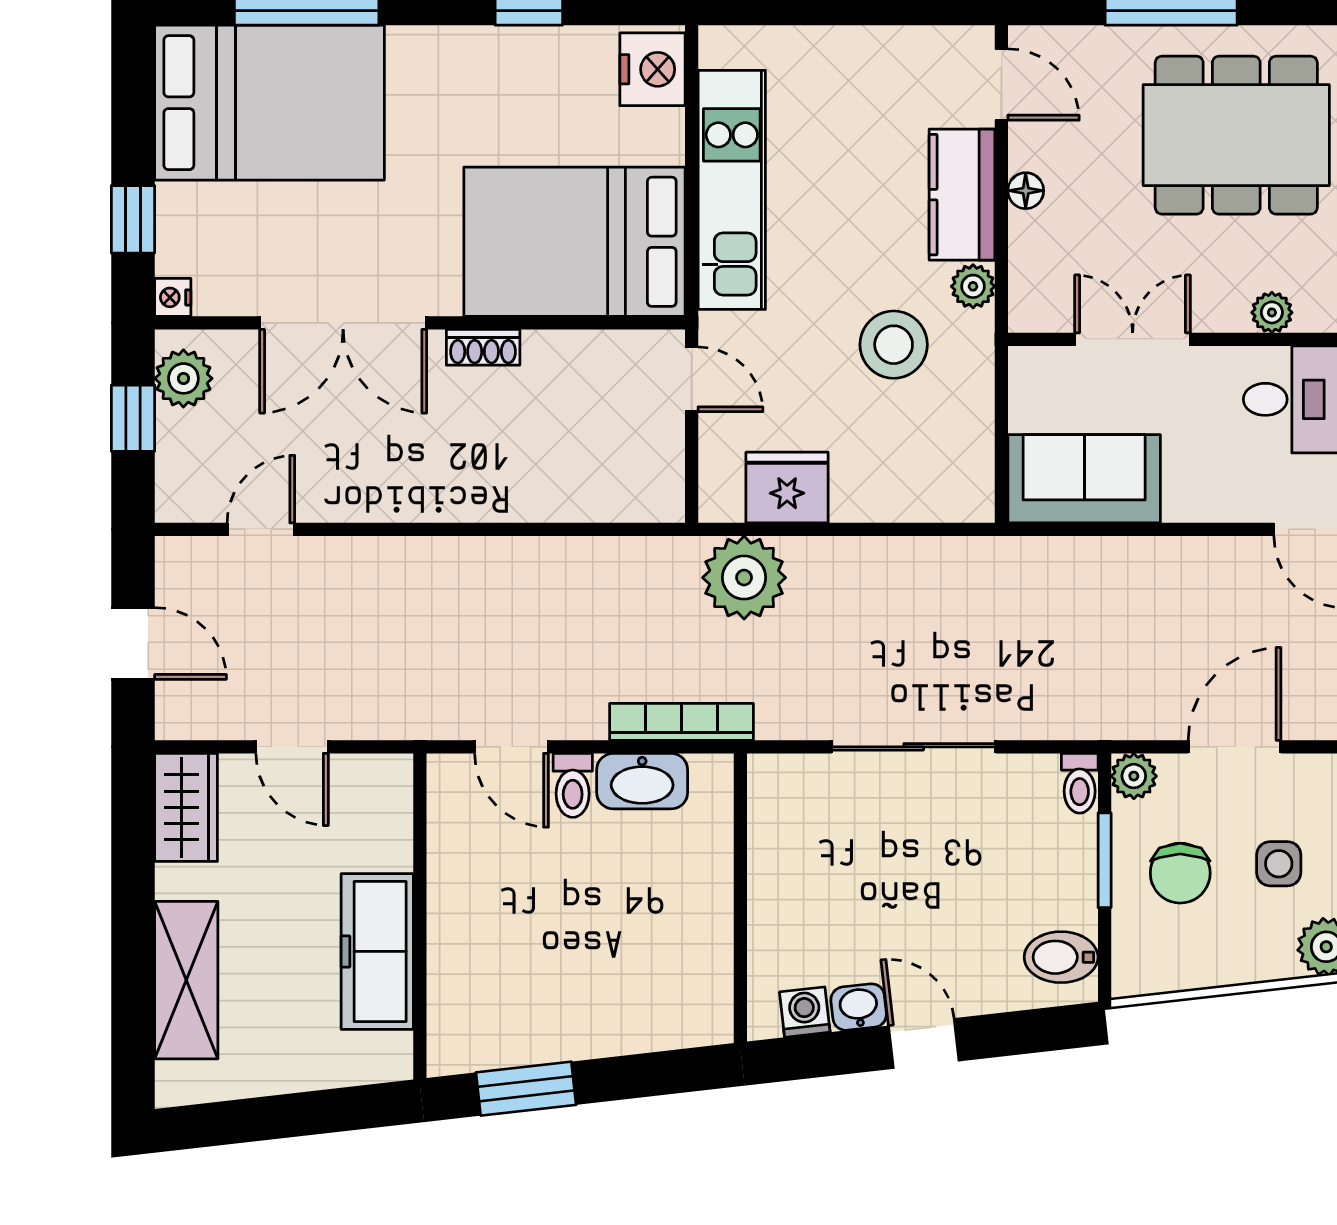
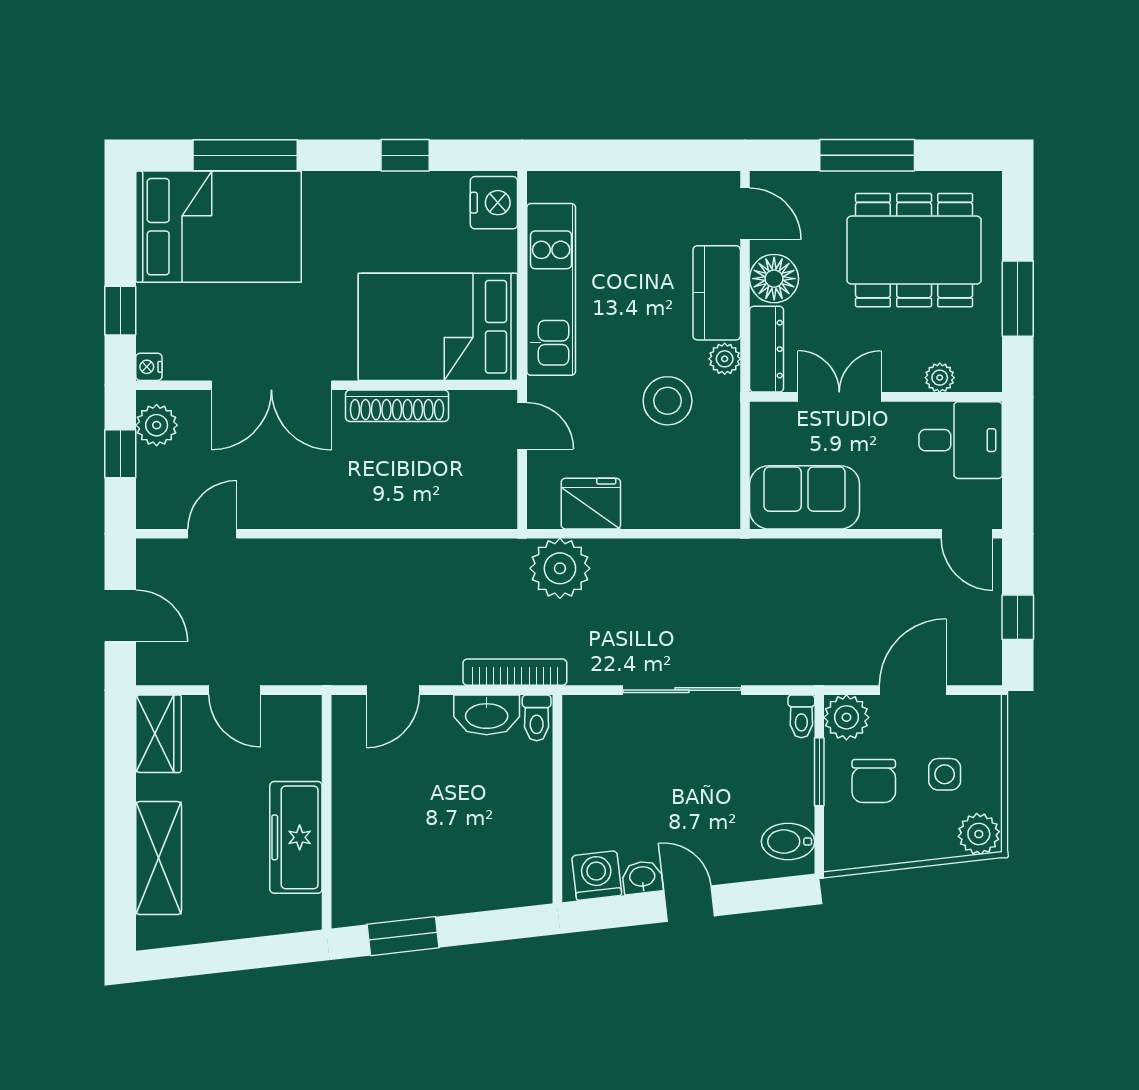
floor lamp: (1026, 191) -> (774, 279), width x1.89, depth x1.89
dresser: (1031, 273) -> (767, 349), added
shoe rack: (483, 347) -> (397, 406), width x1.94, depth x1.24
door: (512, 747) -> (393, 690), hinge flipped
plant: (1134, 776) -> (846, 717), width x1.38, depth x1.38
toilet: (573, 785) -> (537, 718), moved
washing machine: (805, 1012) -> (597, 876), width x1.38, depth x1.38

